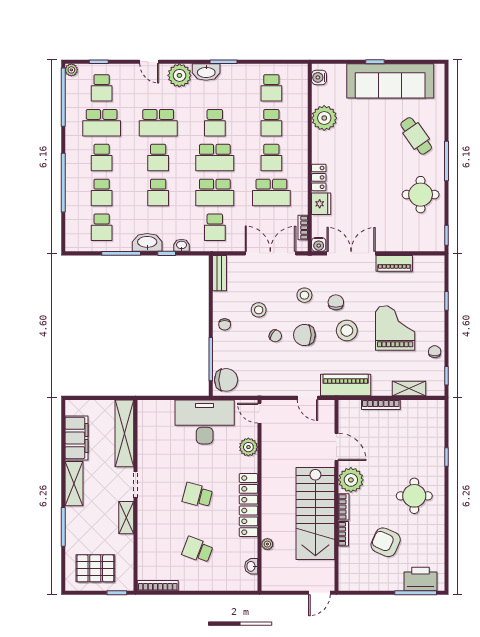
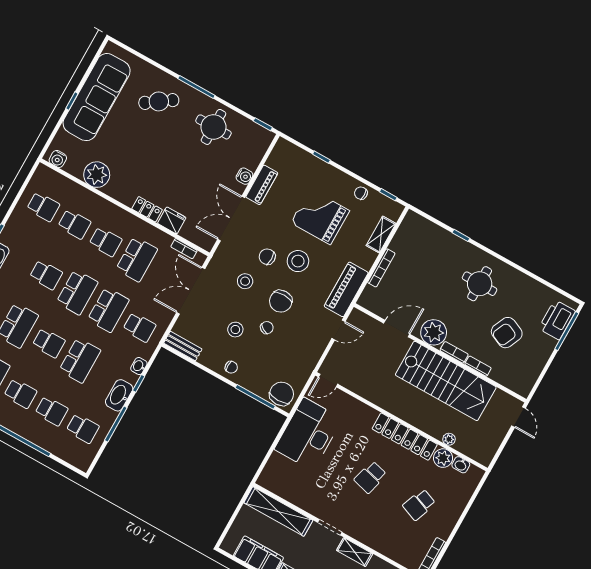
school desk: (158, 192) -> (80, 360), width x1.85
water cooler: (319, 244) -> (244, 176), moved
plant: (248, 447) -> (443, 458), moved

